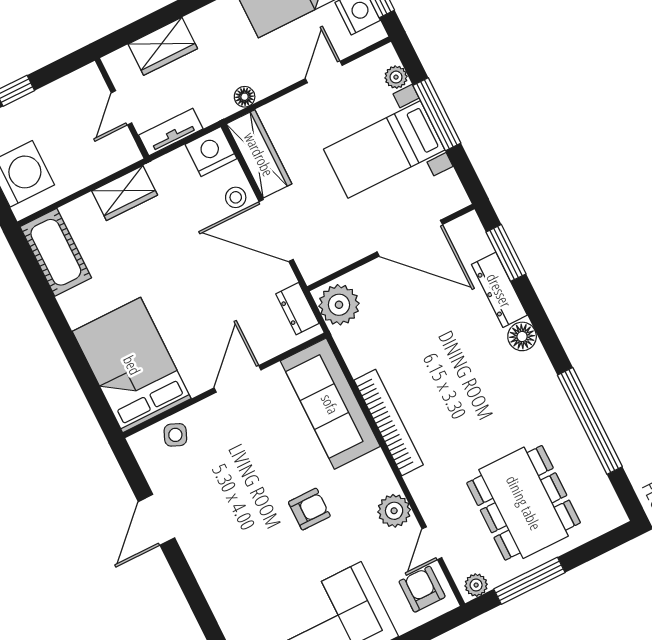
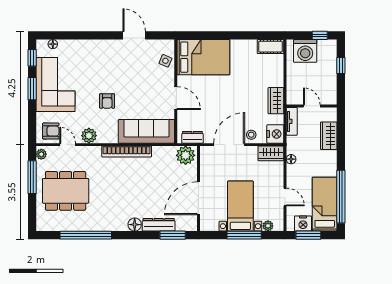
wardrobe: (259, 154) -> (271, 153), width x0.67
wardrobe: (125, 193) -> (276, 101), moved
cot: (56, 252) -> (270, 47), width x0.73, depth x0.75

